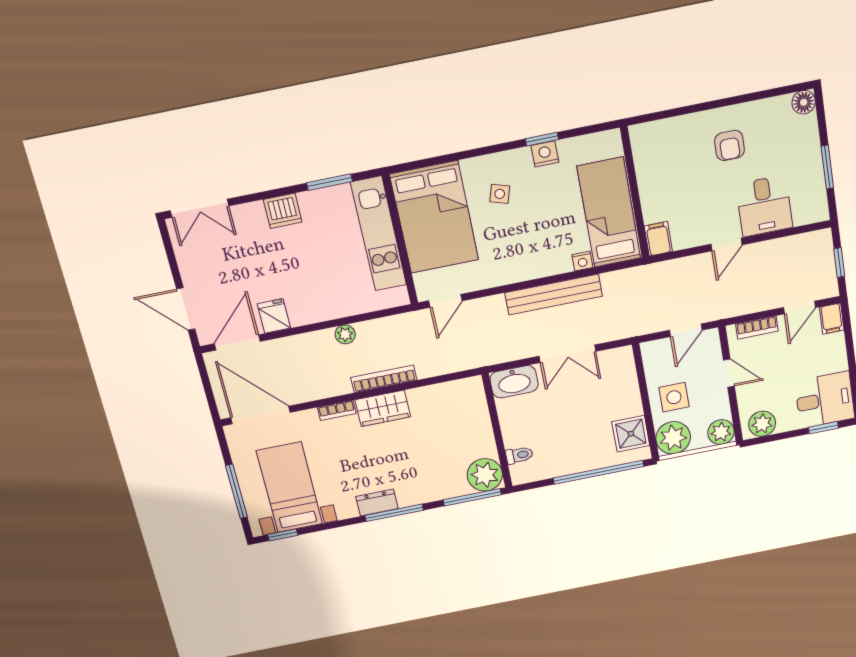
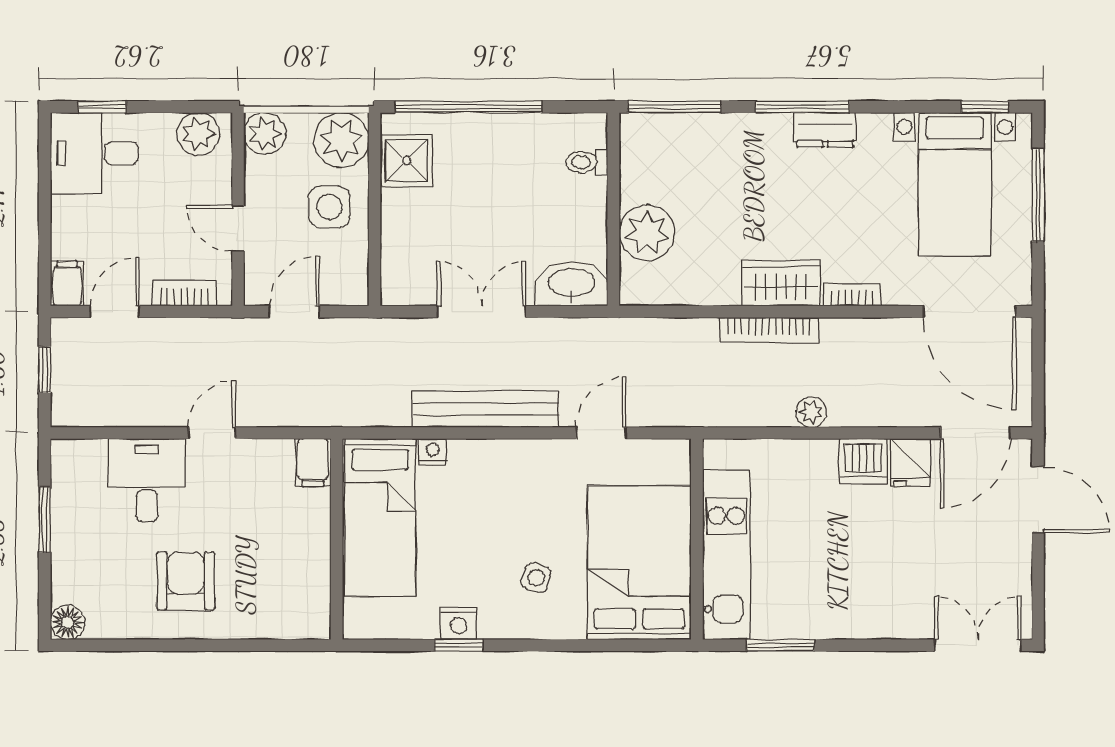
armchair: (729, 145) -> (186, 581), width x1.38, depth x1.38
dishwasher: (283, 211) -> (863, 461), moved, turned 180
door: (445, 301) -> (601, 433), moved
plant: (485, 475) -> (647, 233), moved

